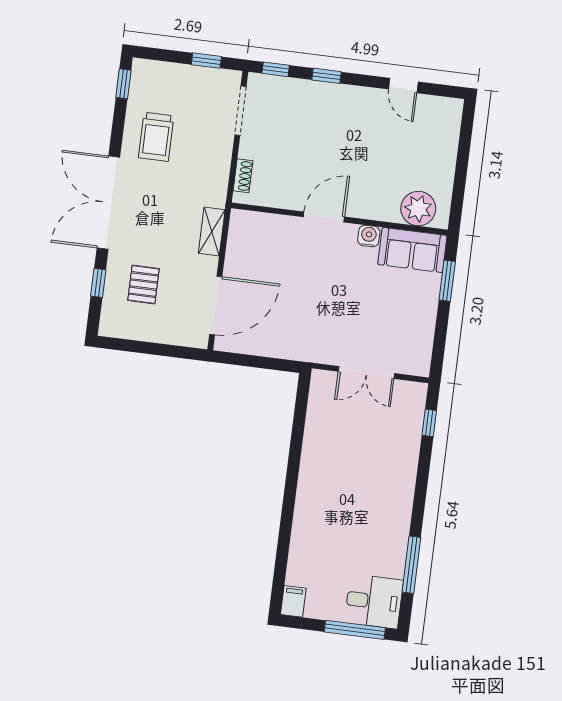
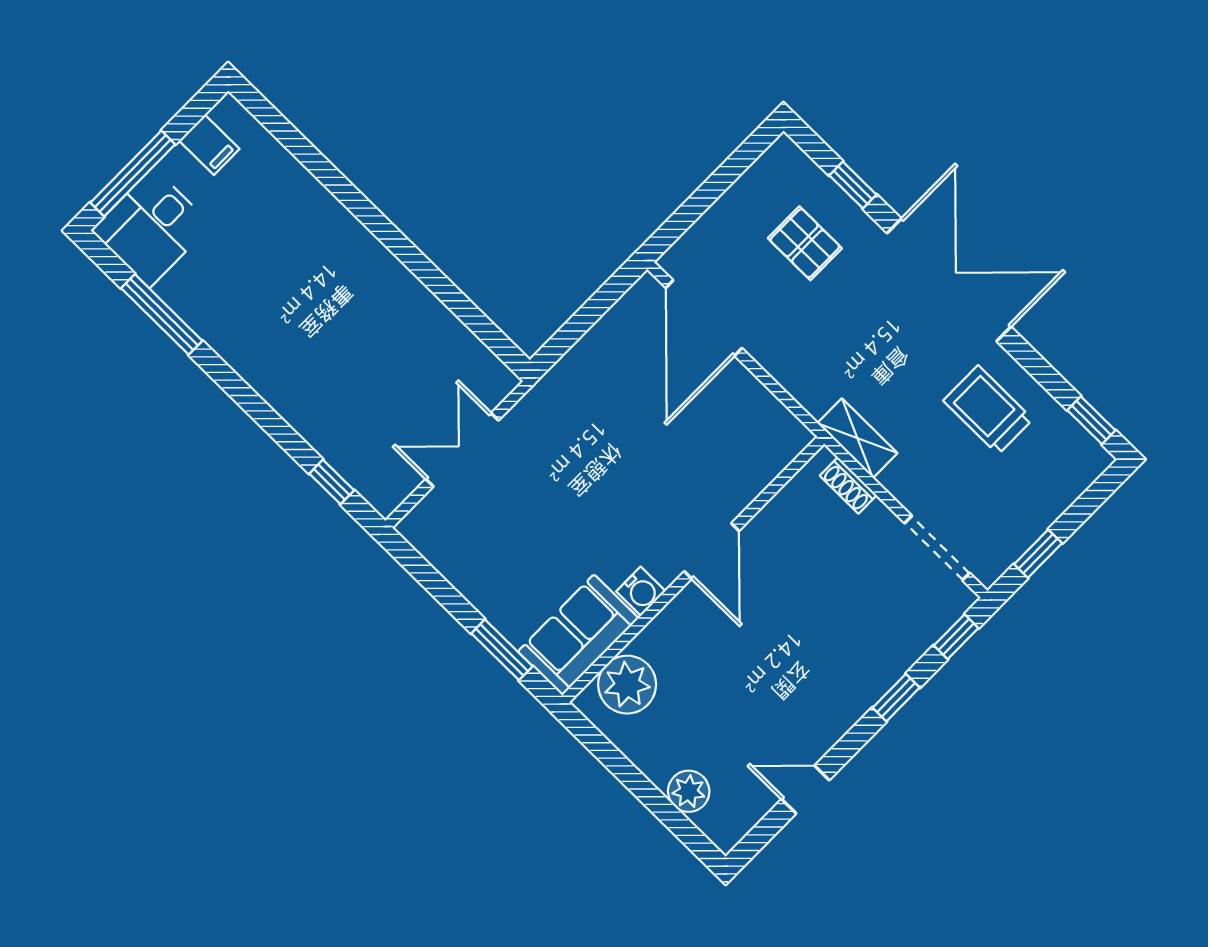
plant: (447, 140) -> (689, 791), added
shelving: (212, 232) -> (857, 438), moved
filing cabinet: (293, 601) -> (209, 145), moved

